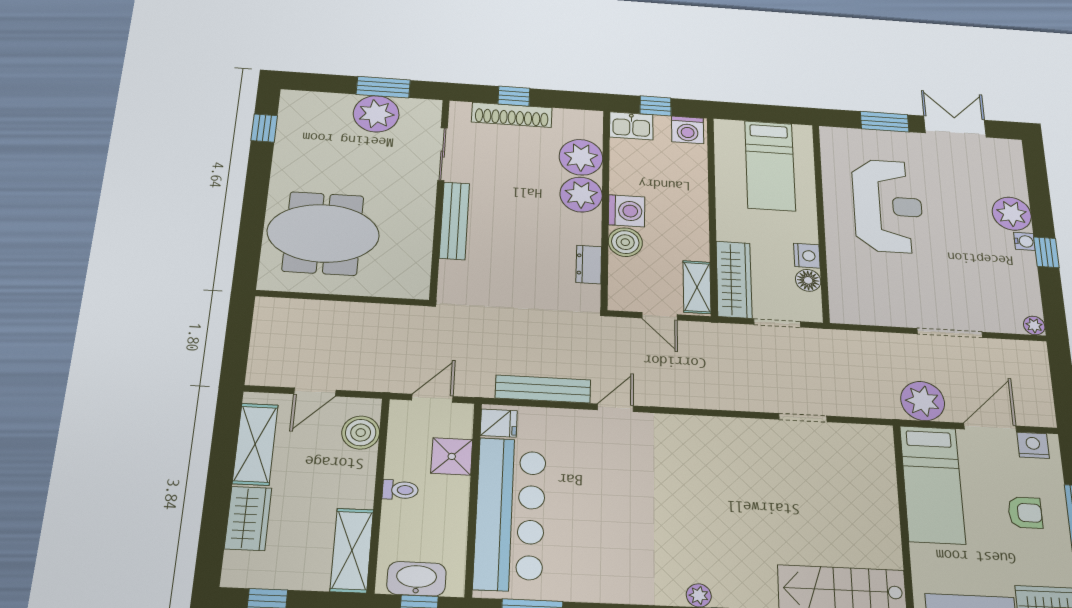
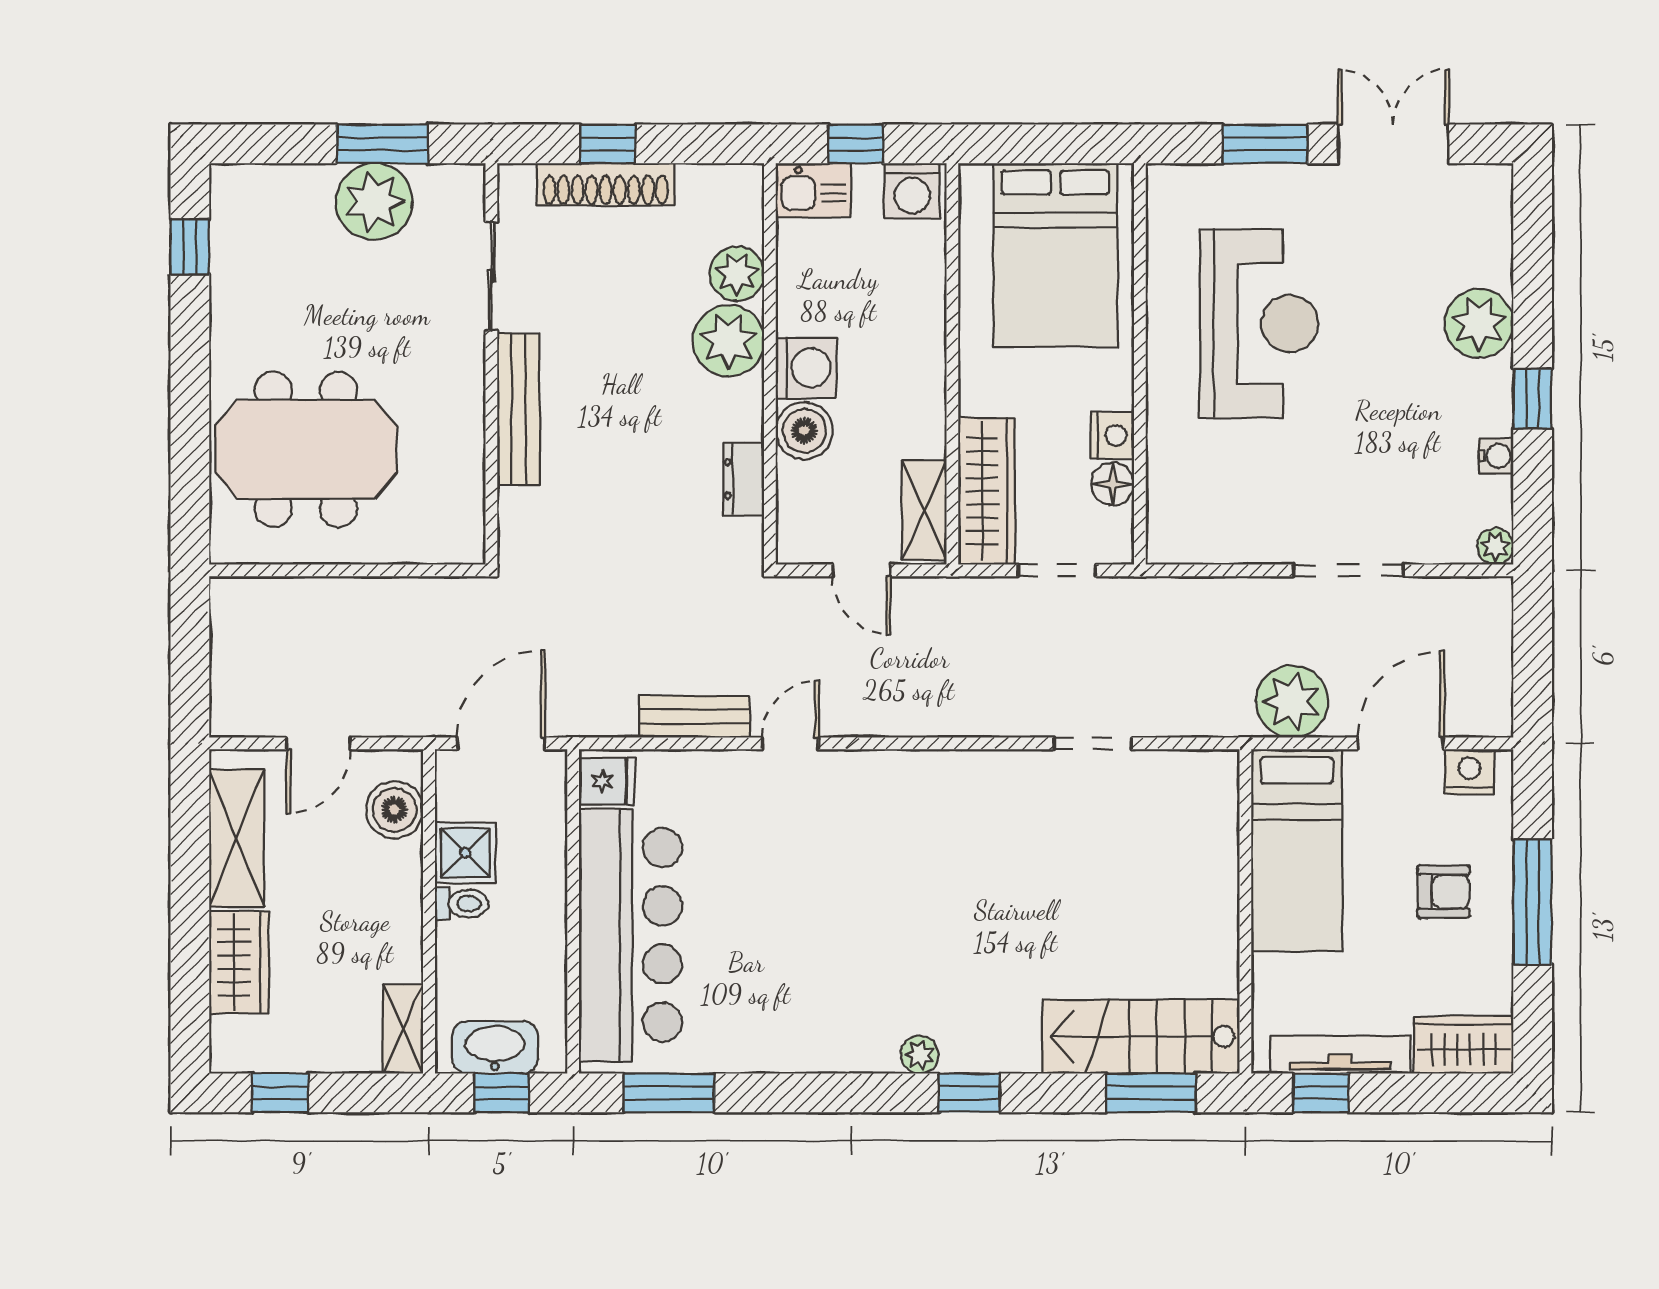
plant: (581, 157) -> (737, 274), width x0.73, depth x0.73
bed: (770, 166) -> (1055, 255), width x1.50
water cooler: (1025, 241) -> (1496, 456), moved
bench: (543, 389) -> (695, 716), width x0.73
door: (432, 398) -> (501, 743), width x1.38
shower: (452, 456) -> (465, 853), moved
shelving: (352, 550) -> (403, 1029), width x0.67, depth x0.75

